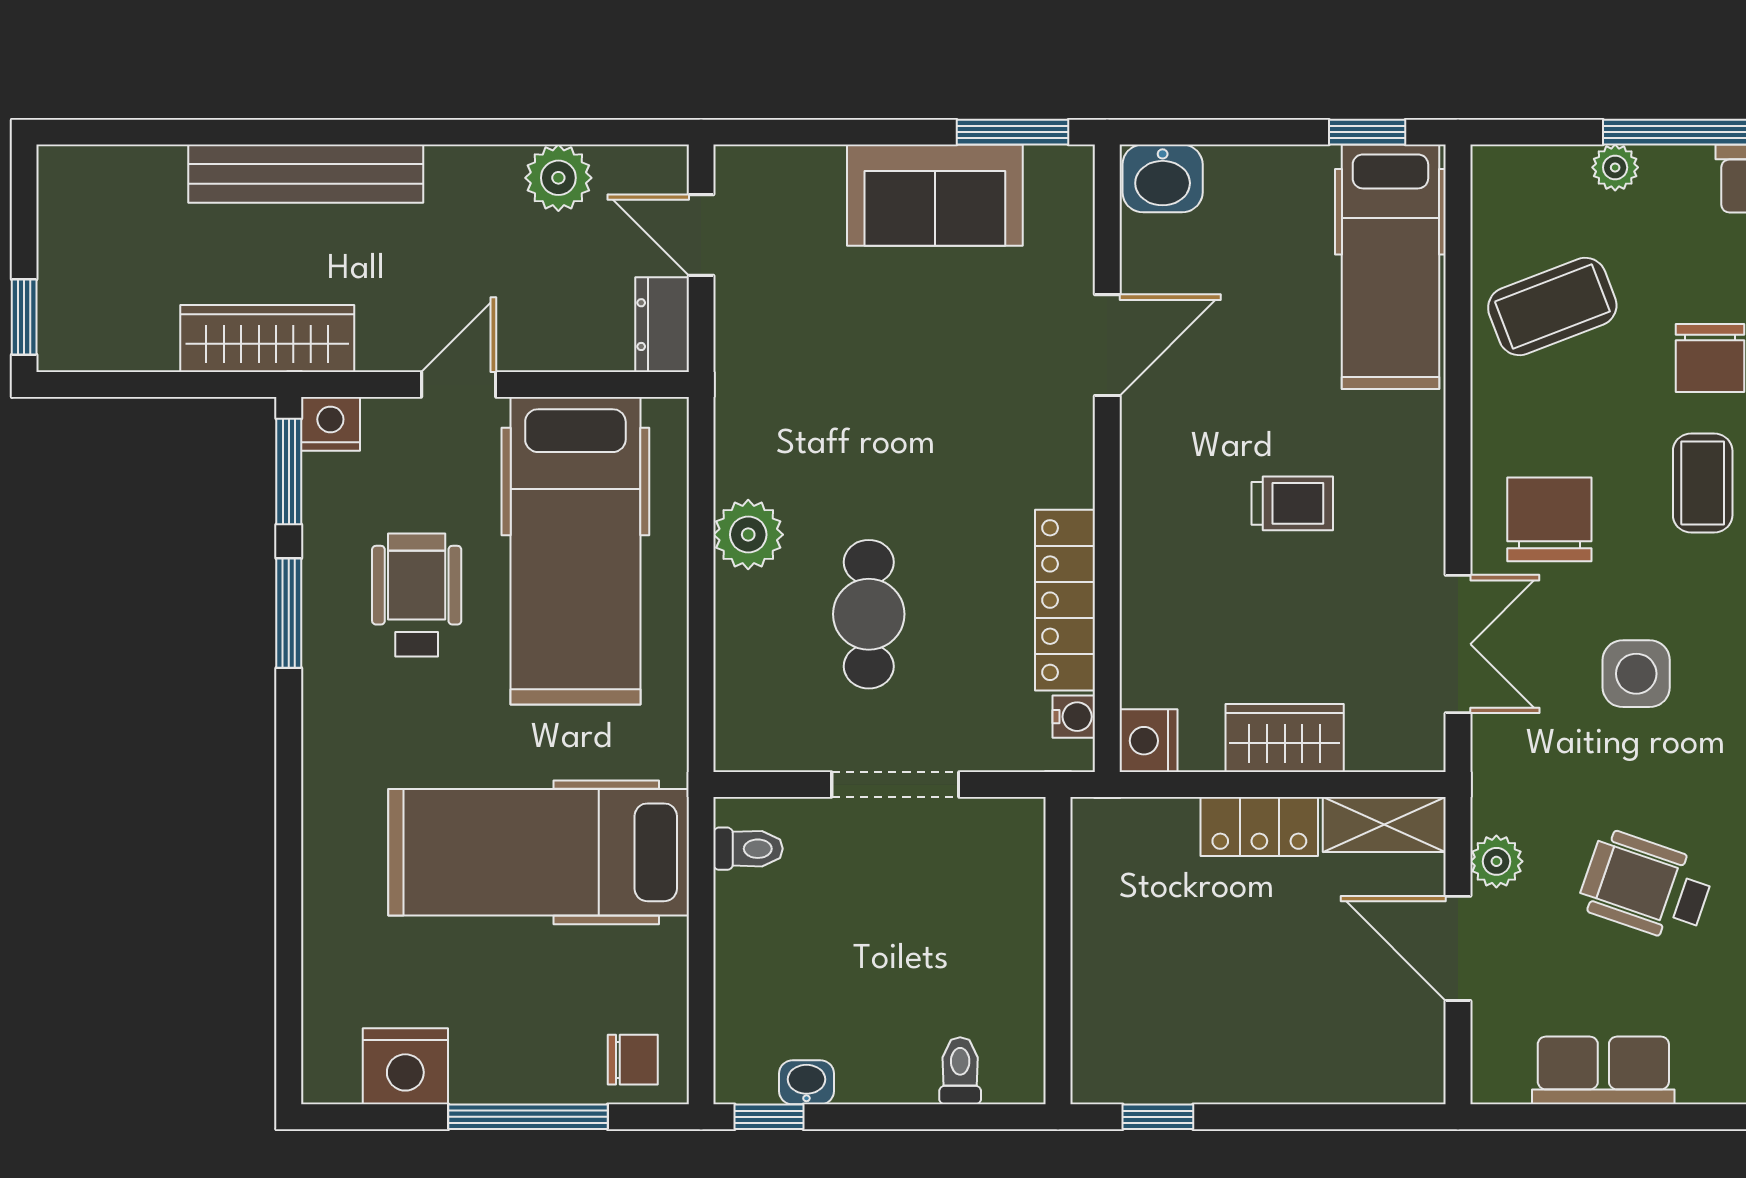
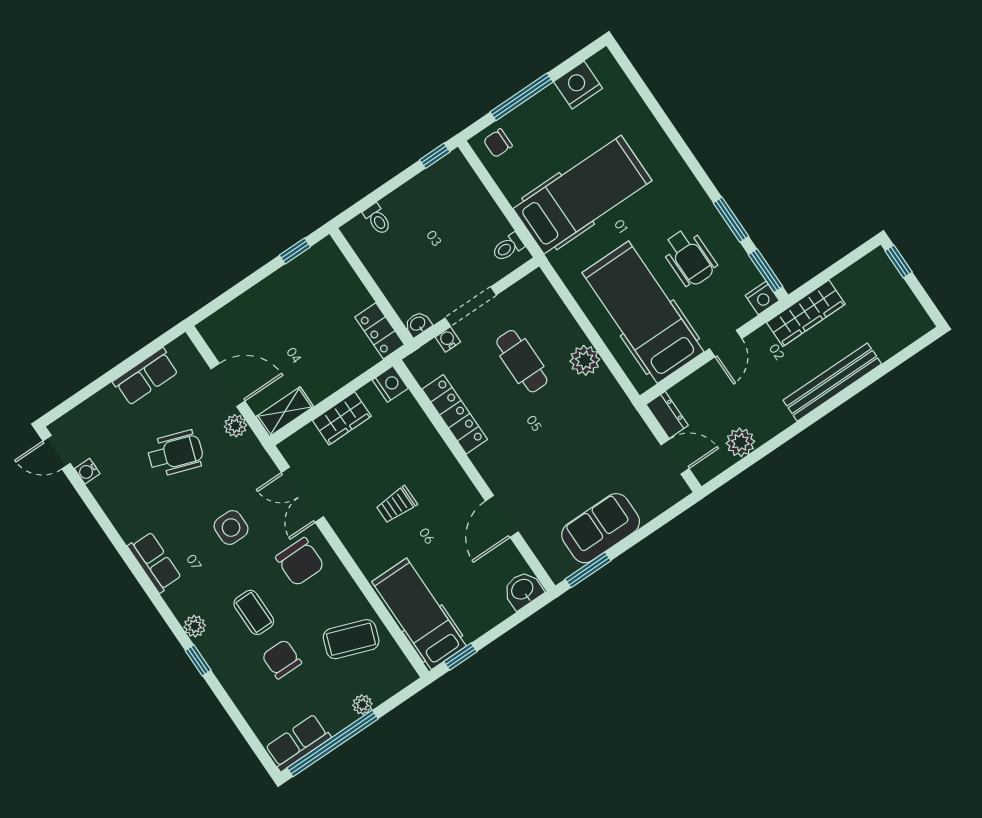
coffee table: (1552, 306) -> (351, 639), turned 41
water cooler: (1074, 717) -> (448, 339), moved, turned 90
locker: (1259, 826) -> (380, 331), moved, turned -90
washbasin: (806, 1082) -> (418, 324), moved, turned 180

